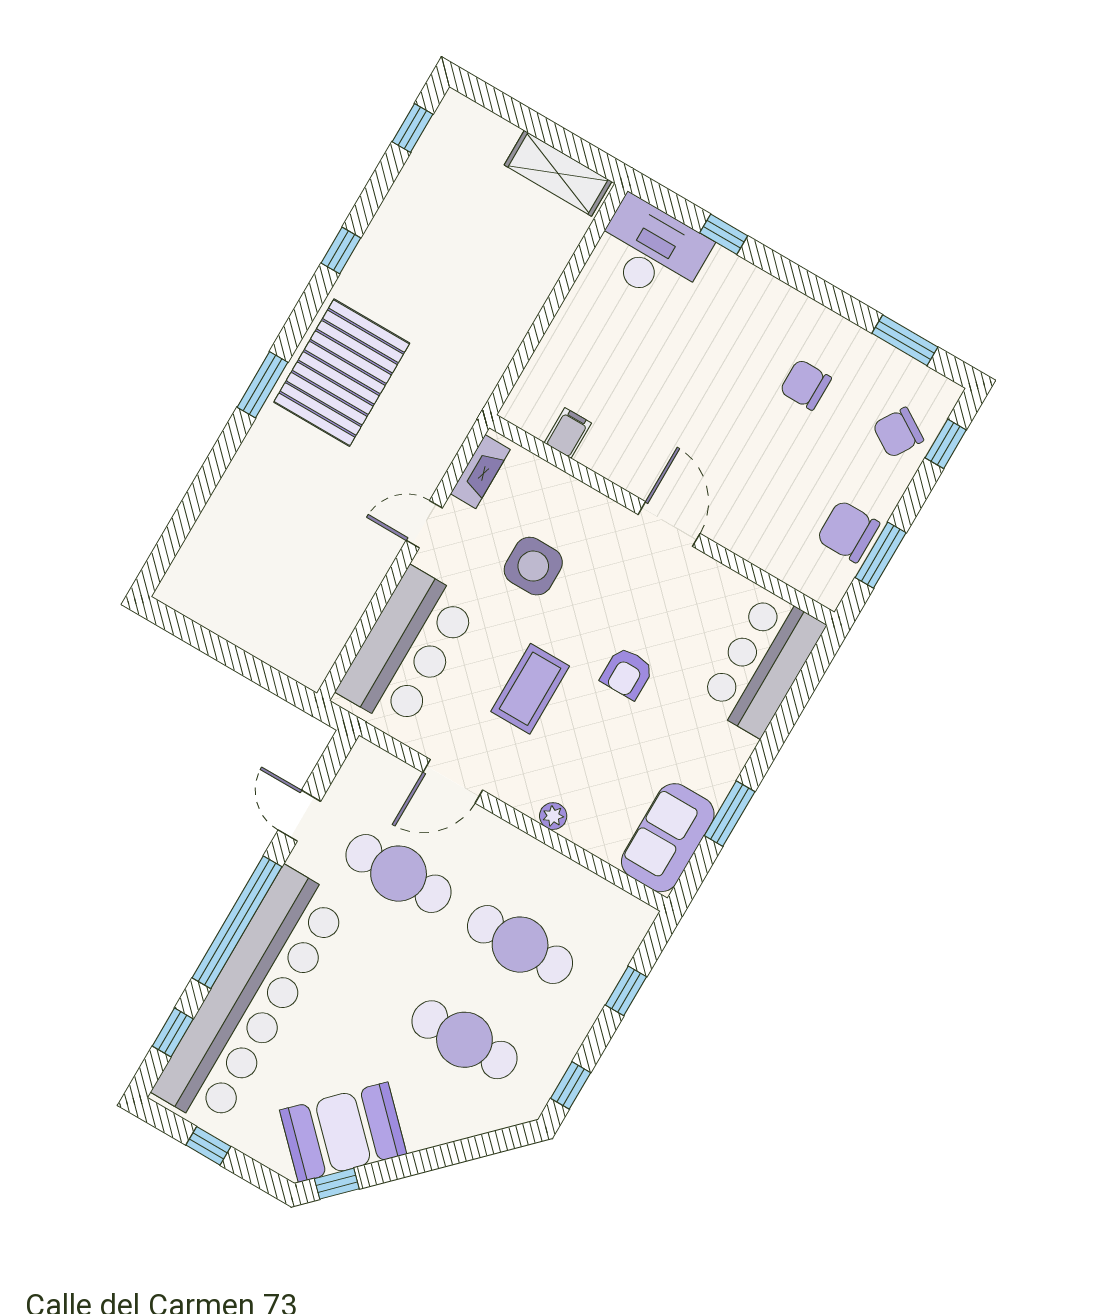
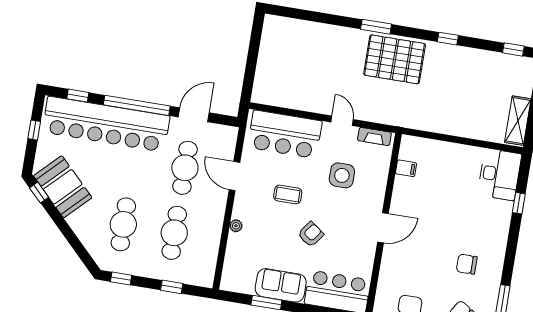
chair: (805, 385) -> (467, 264), turned -90
armchair: (627, 673) -> (311, 234), turned 126
coffee table: (530, 689) -> (288, 194), width x0.73, depth x0.77
door: (299, 816) -> (194, 115), width x1.38
sofa: (668, 838) -> (281, 285), moved

